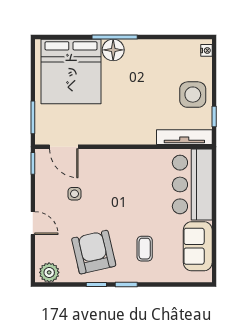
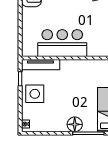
floor lamp: (113, 50) -> (75, 124), moved
bar counter: (192, 184) -> (62, 43), moved, turned -90

